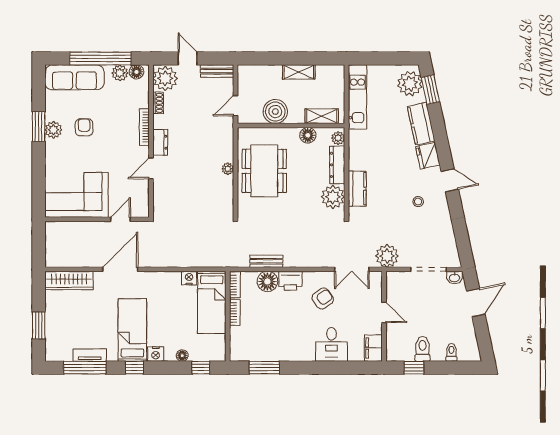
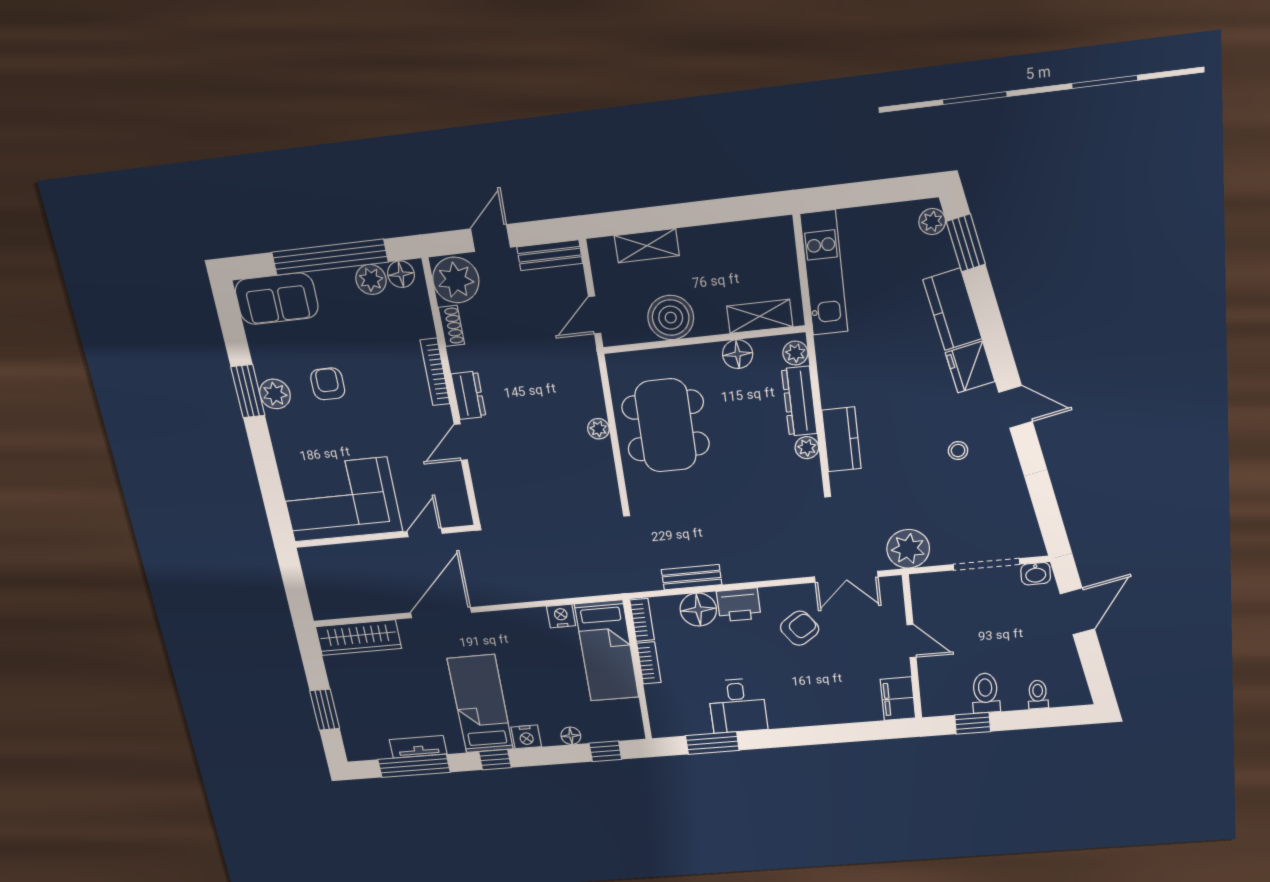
door: (188, 58) -> (491, 238), hinge flipped
shelving: (299, 72) -> (647, 246), moved
sofa: (74, 77) -> (277, 299), width x0.73
plant: (410, 84) -> (932, 222), width x0.53, depth x0.53
plant: (333, 197) -> (807, 448), width x0.53, depth x0.53
desk: (331, 344) -> (738, 706), moved

